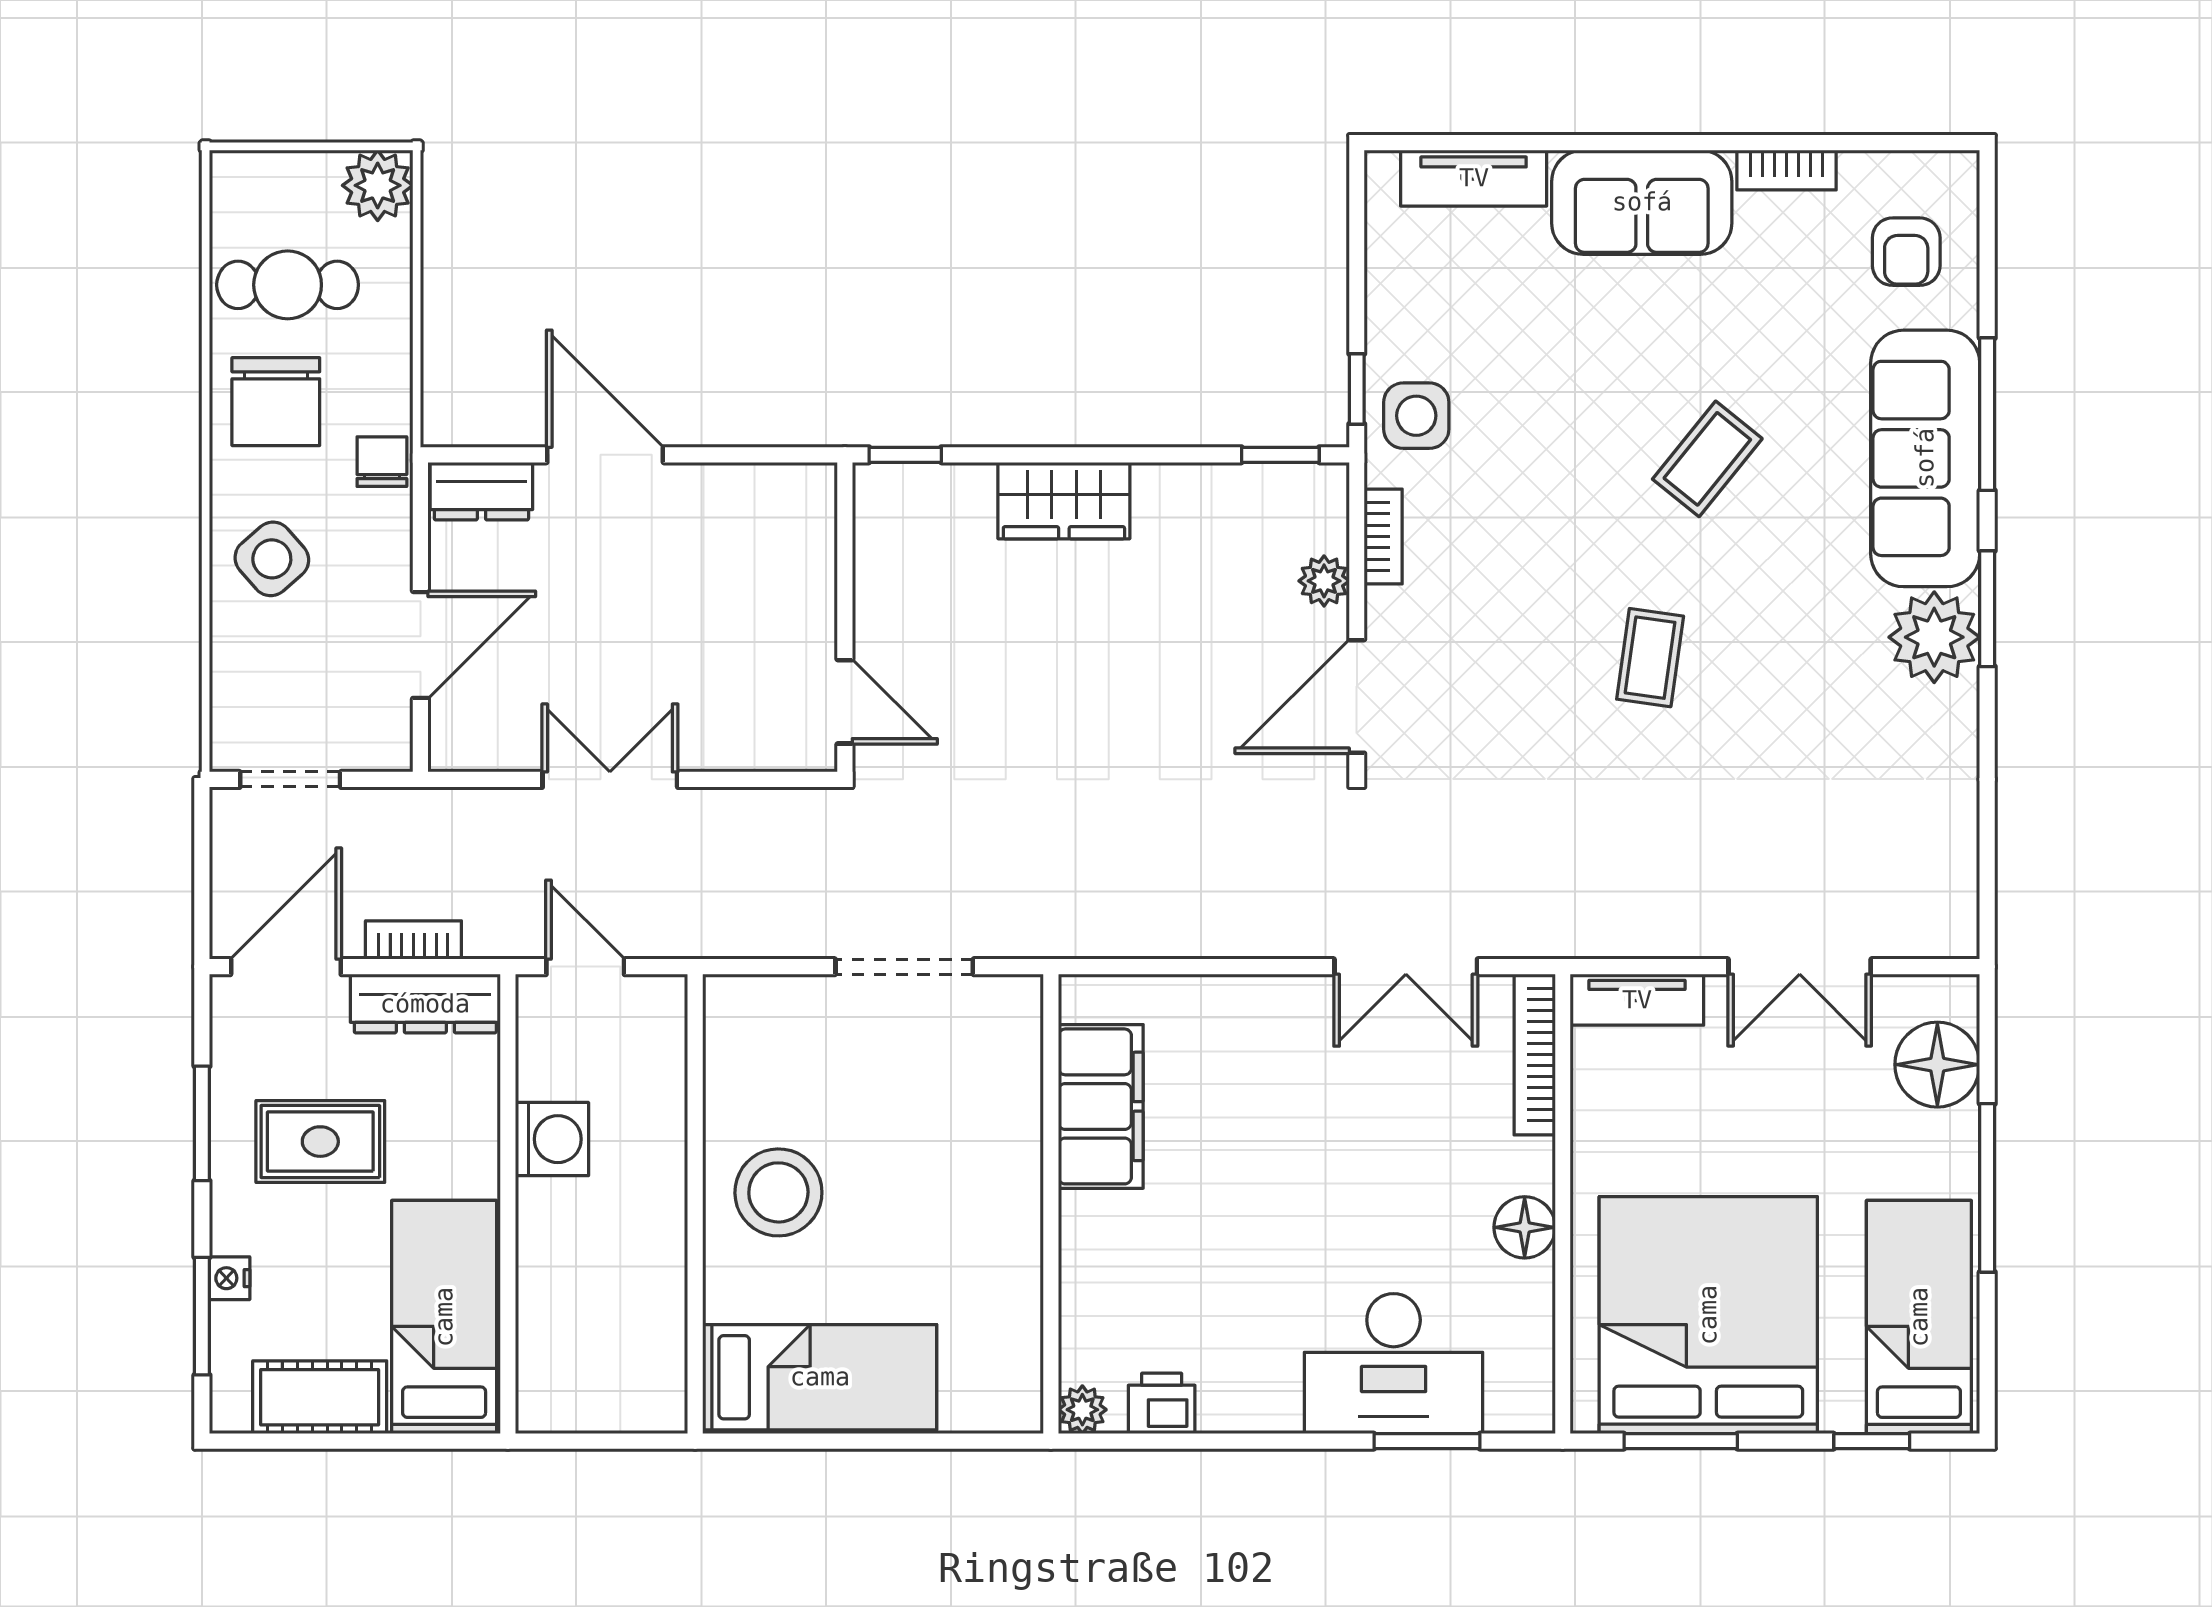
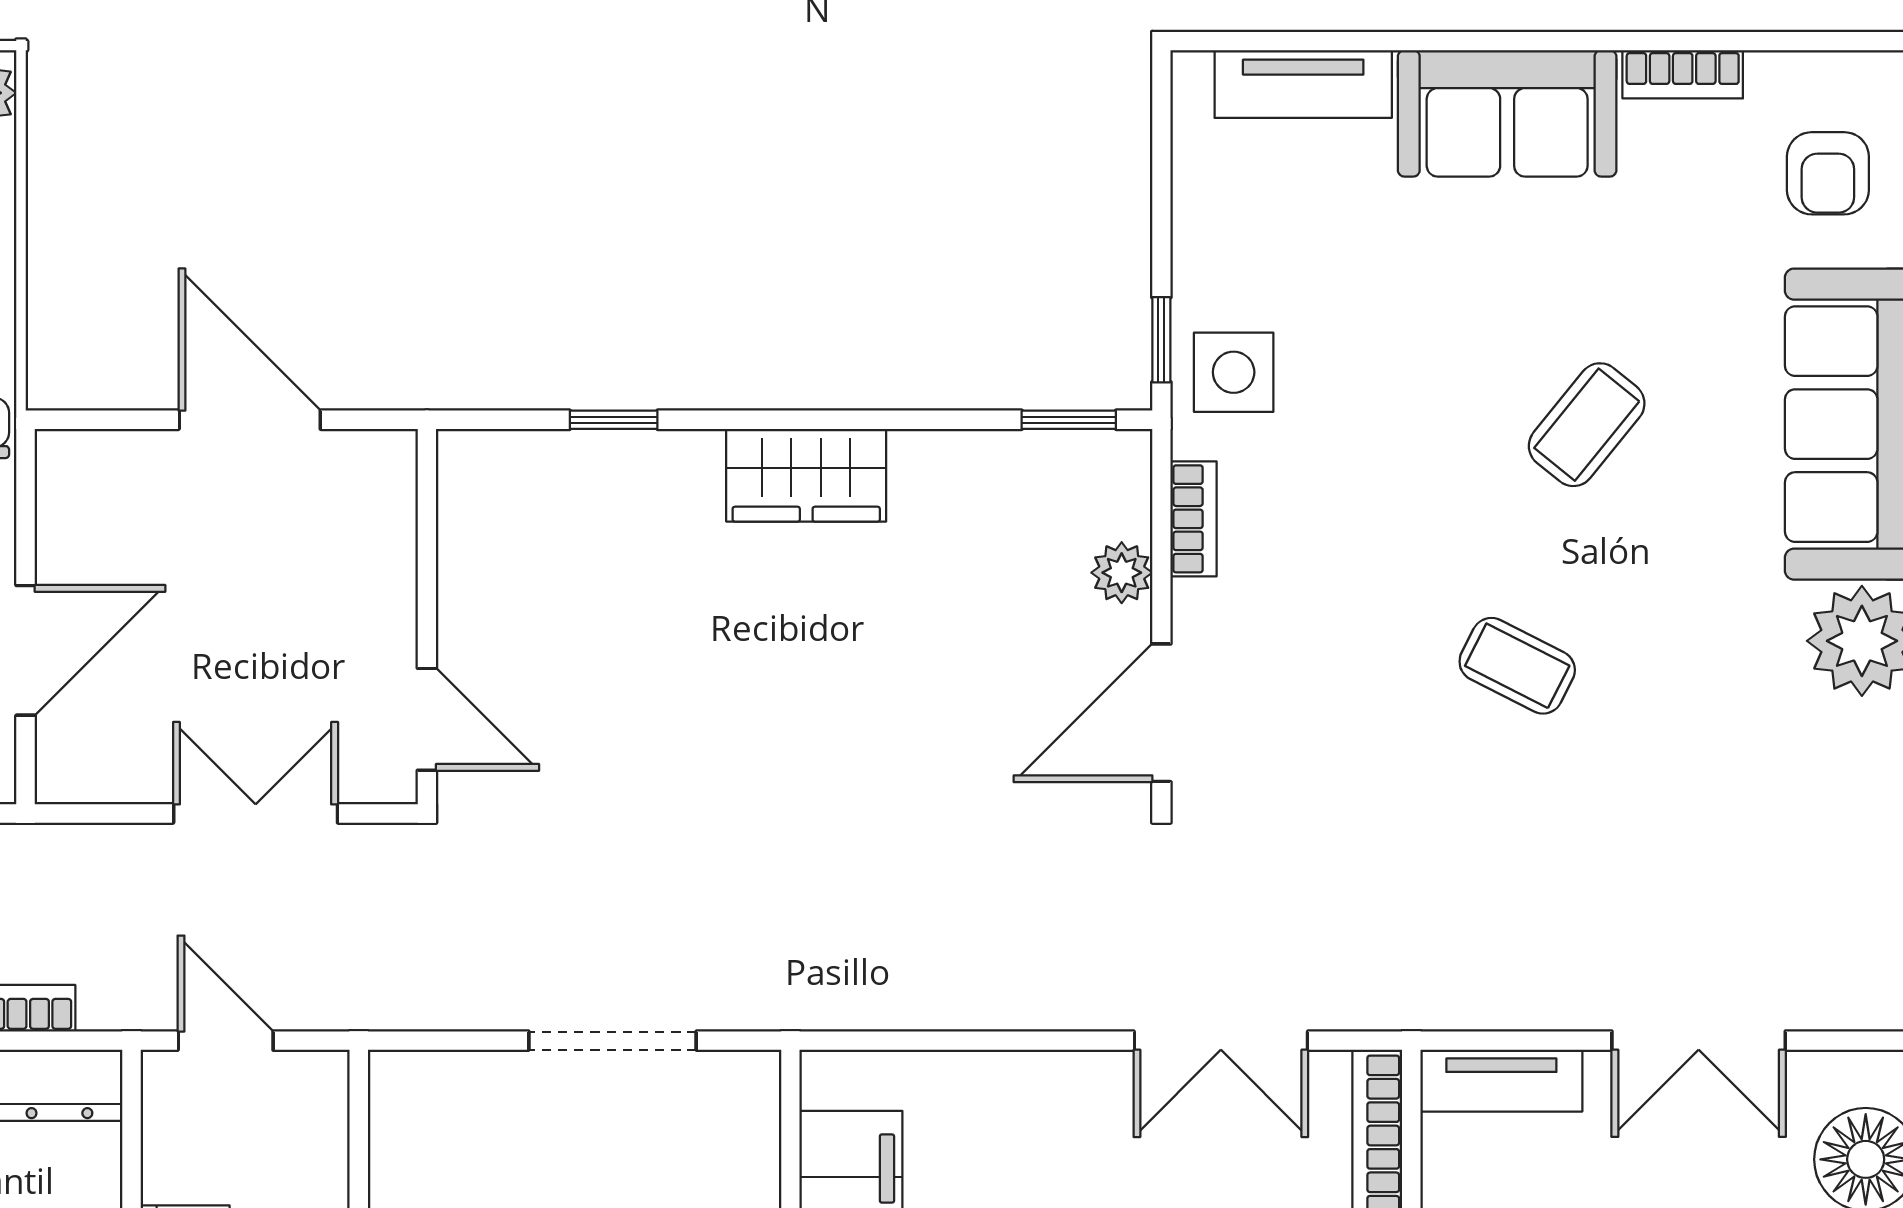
dresser: (481, 491) -> (100, 464), removed
wall: (845, 617) -> (427, 617), moved
coffee table: (1650, 658) -> (1517, 666), turned -71
door: (845, 702) -> (427, 719), moved

